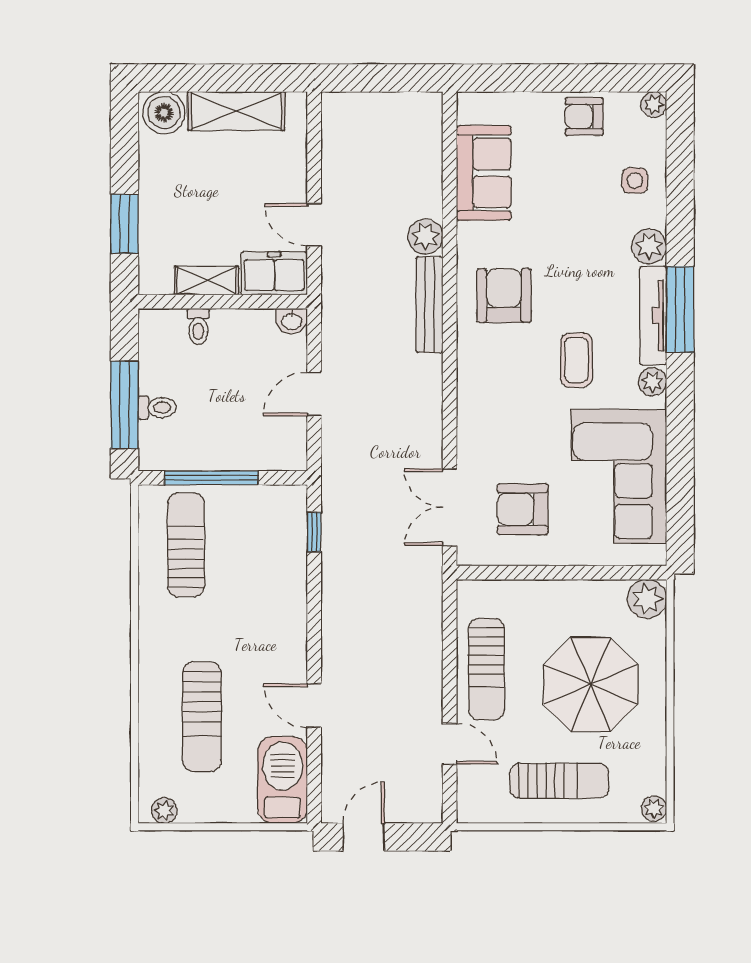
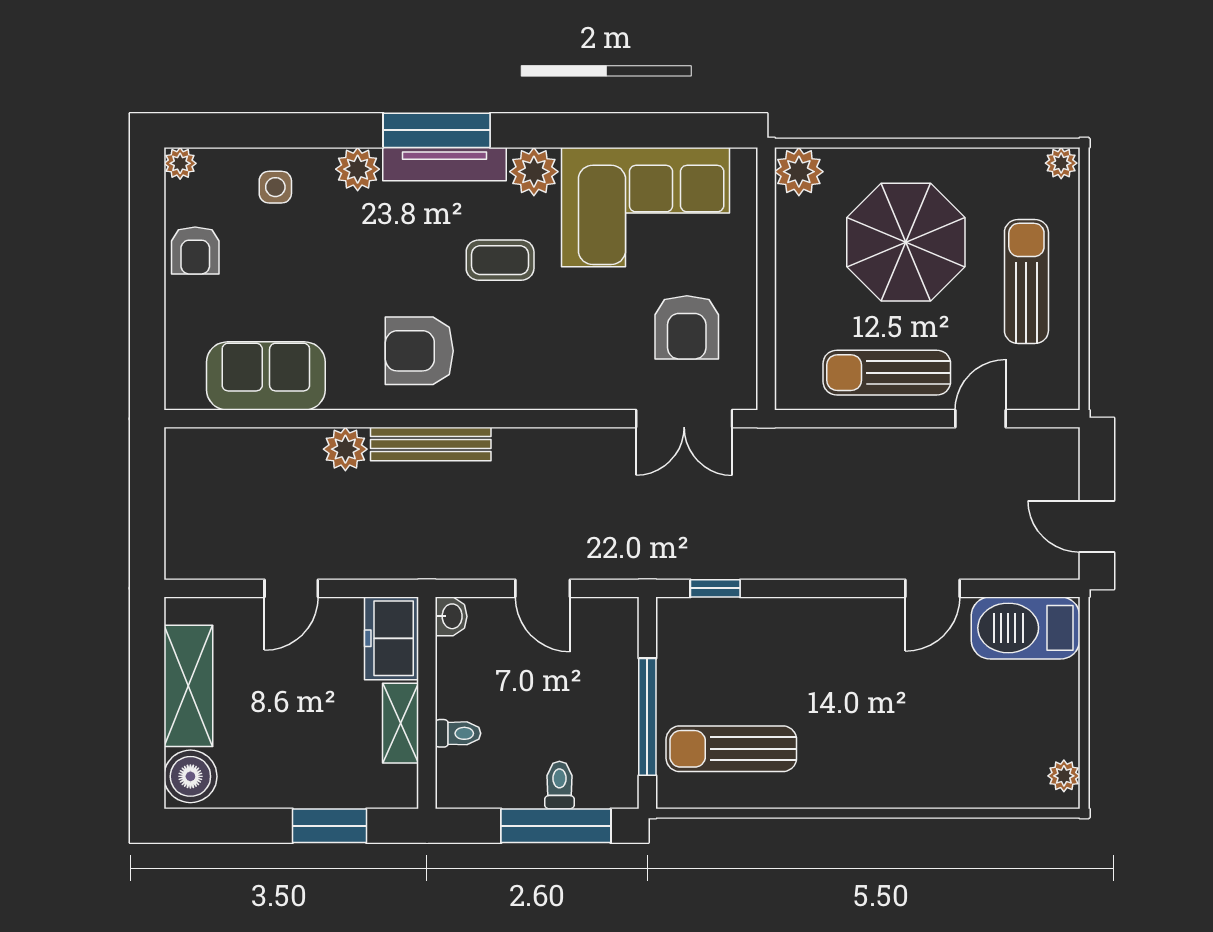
door: (314, 225) -> (291, 588), moved
plant: (652, 382) -> (534, 172), width x1.38, depth x1.38
sun lounger: (487, 669) -> (887, 373), turned 180
sun lounger: (202, 717) -> (946, 729), removed

